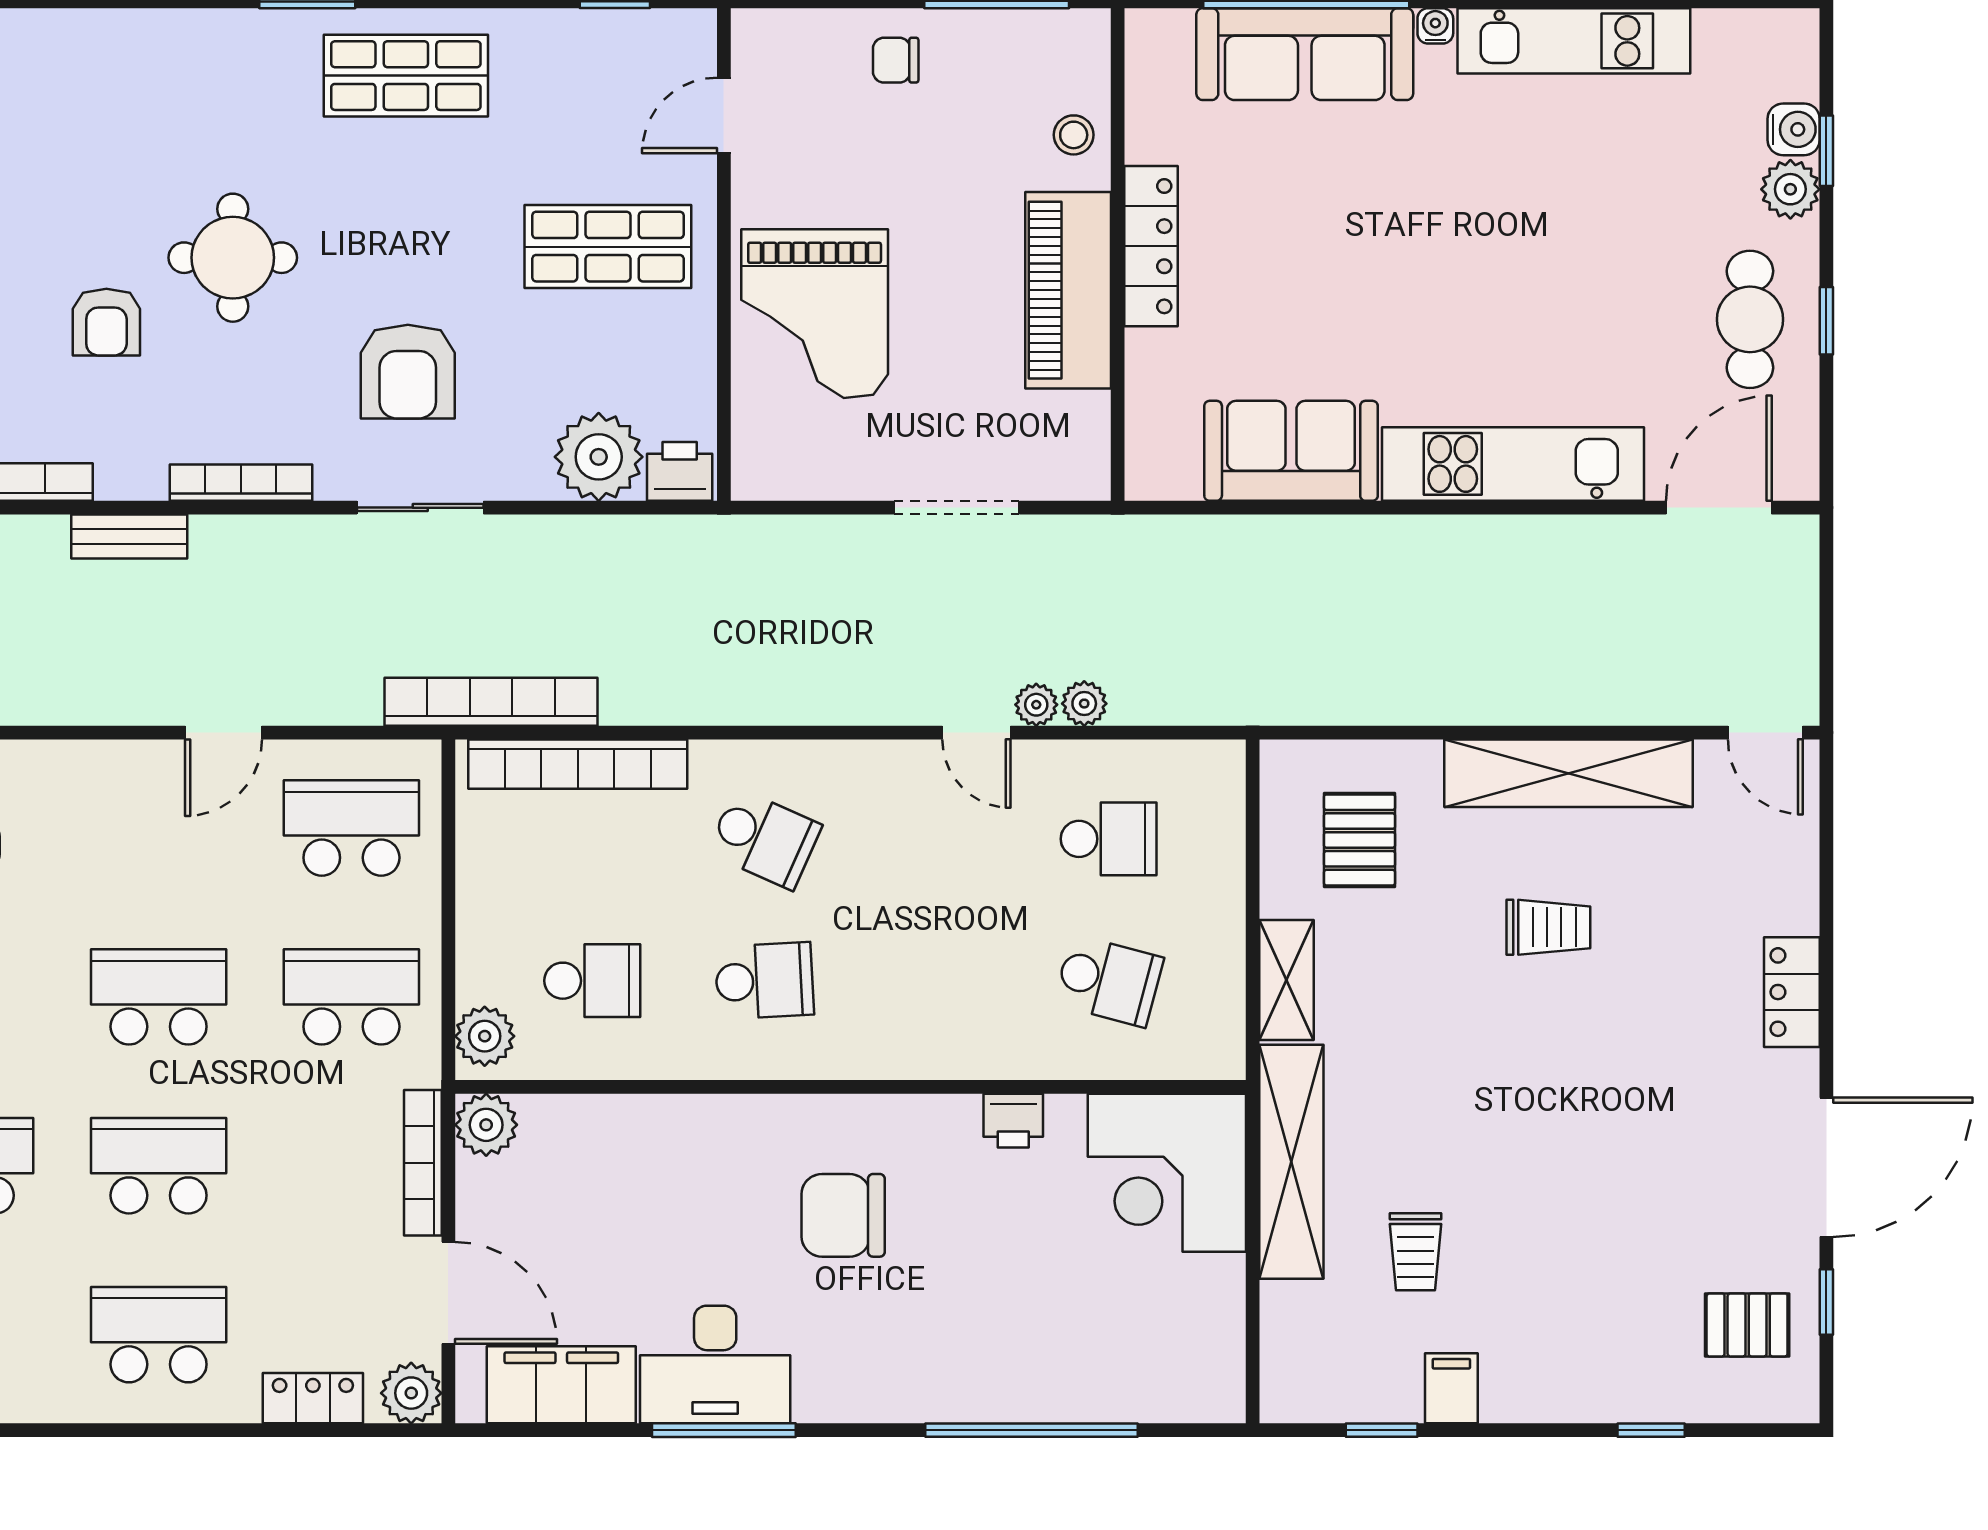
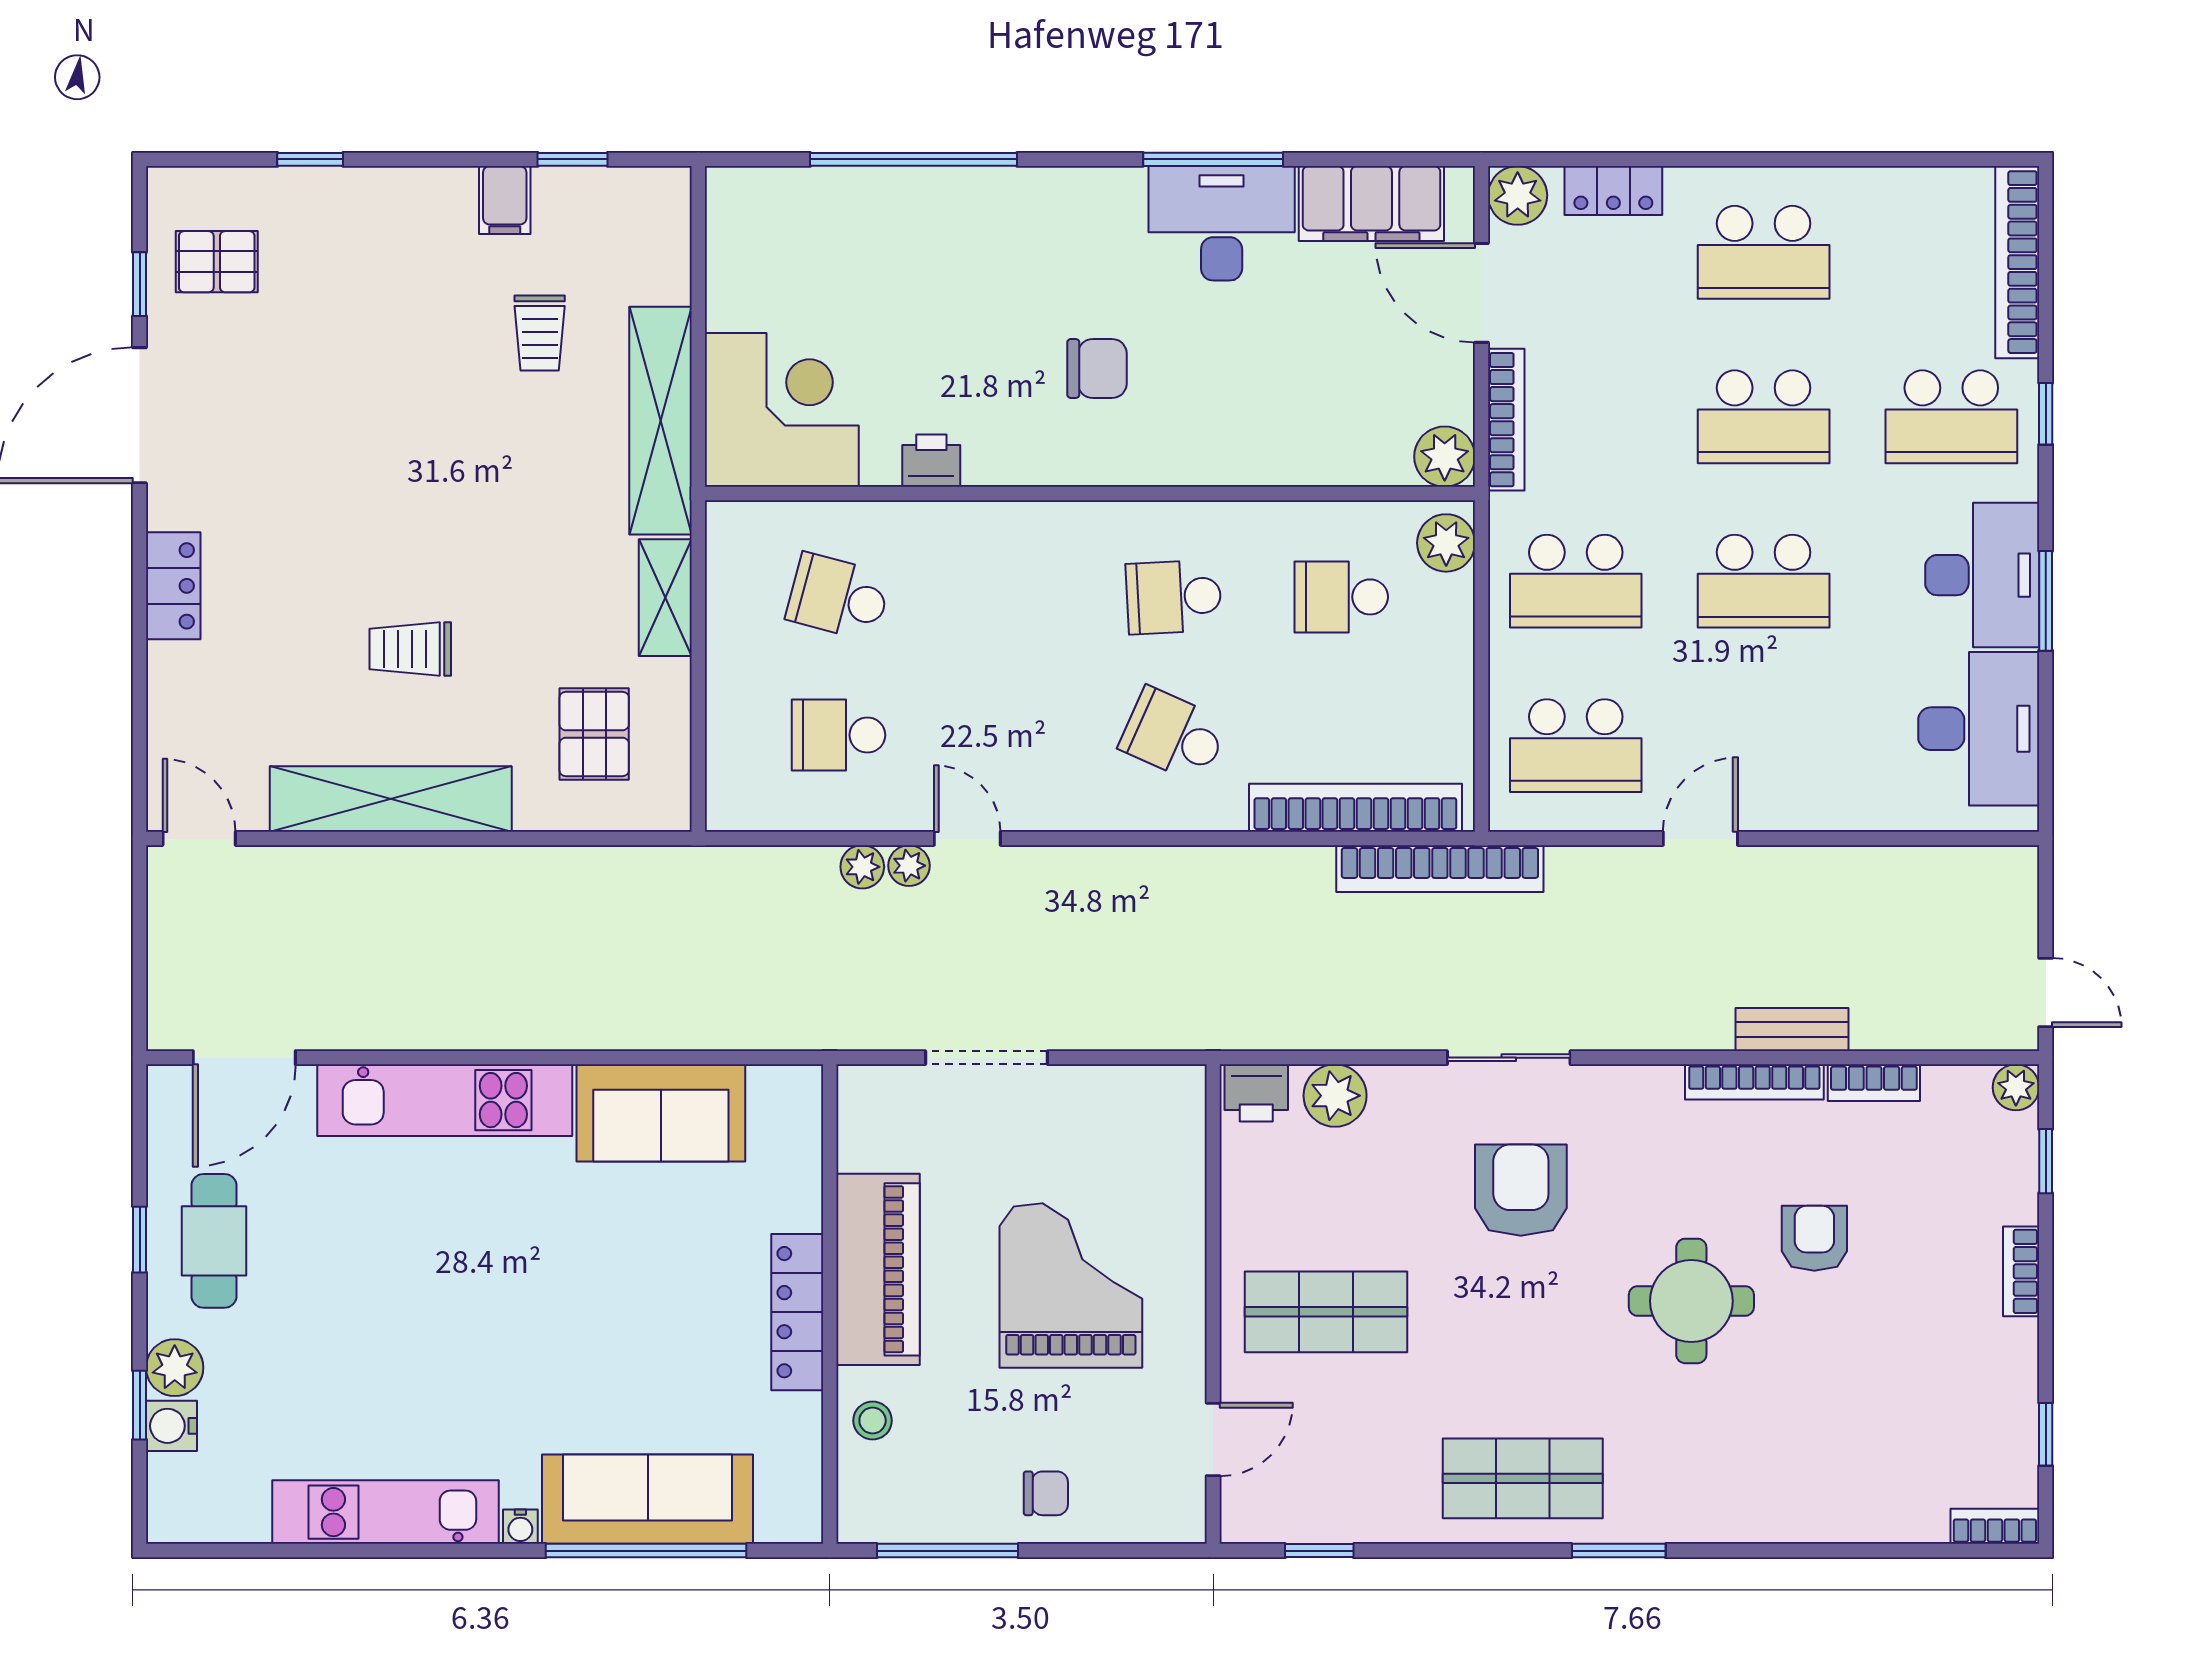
grand piano: (815, 314) -> (1071, 1285), moved
plant: (599, 457) -> (1335, 1096), width x0.73, depth x0.73
bookcase: (241, 483) -> (1754, 1082), moved
chair: (843, 1215) -> (1097, 368), width x0.73, depth x0.73
trolley: (1415, 1252) -> (540, 333), turned 180

